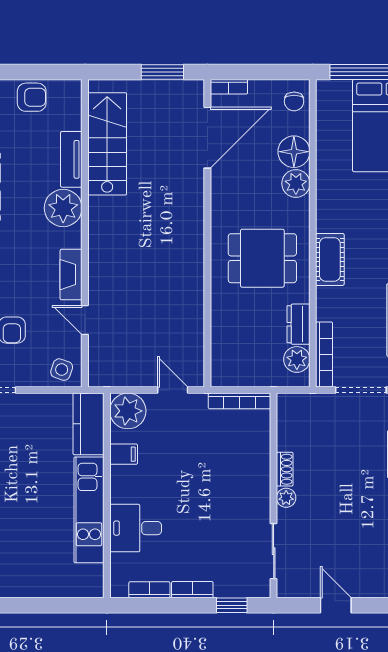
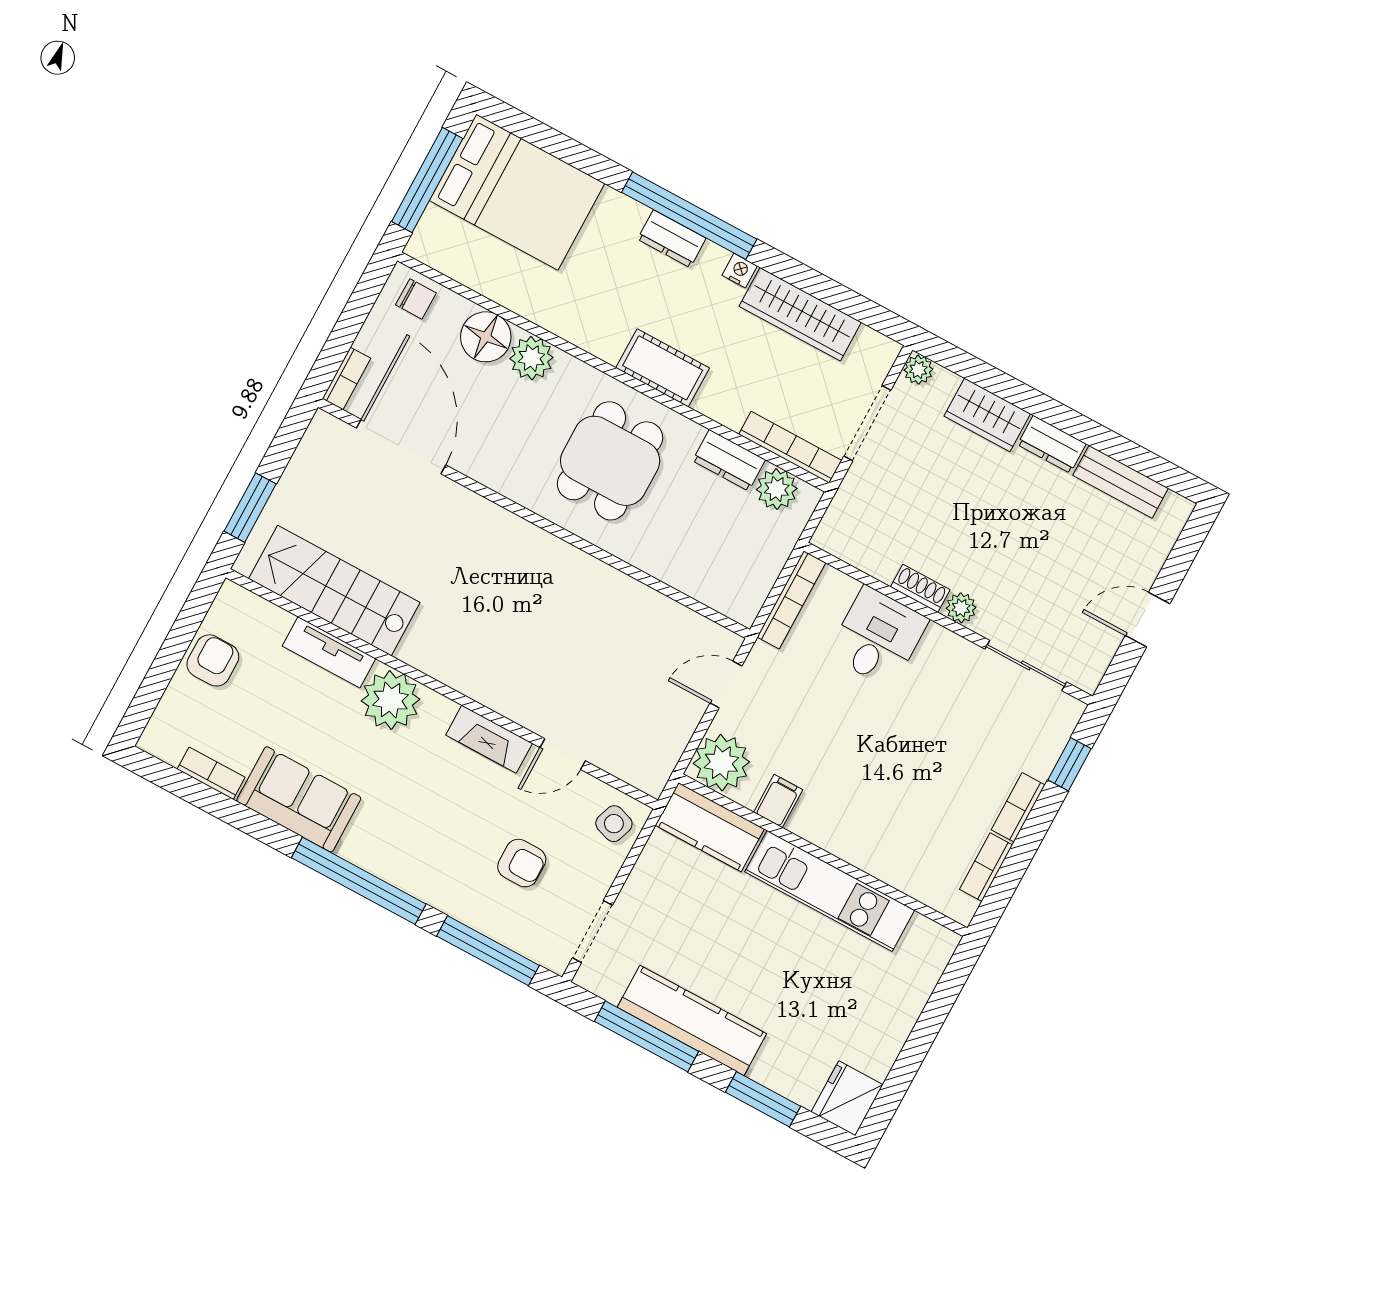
window: (162, 72) -> (250, 508), moved
desk: (136, 528) -> (878, 637), moved, turned 180

